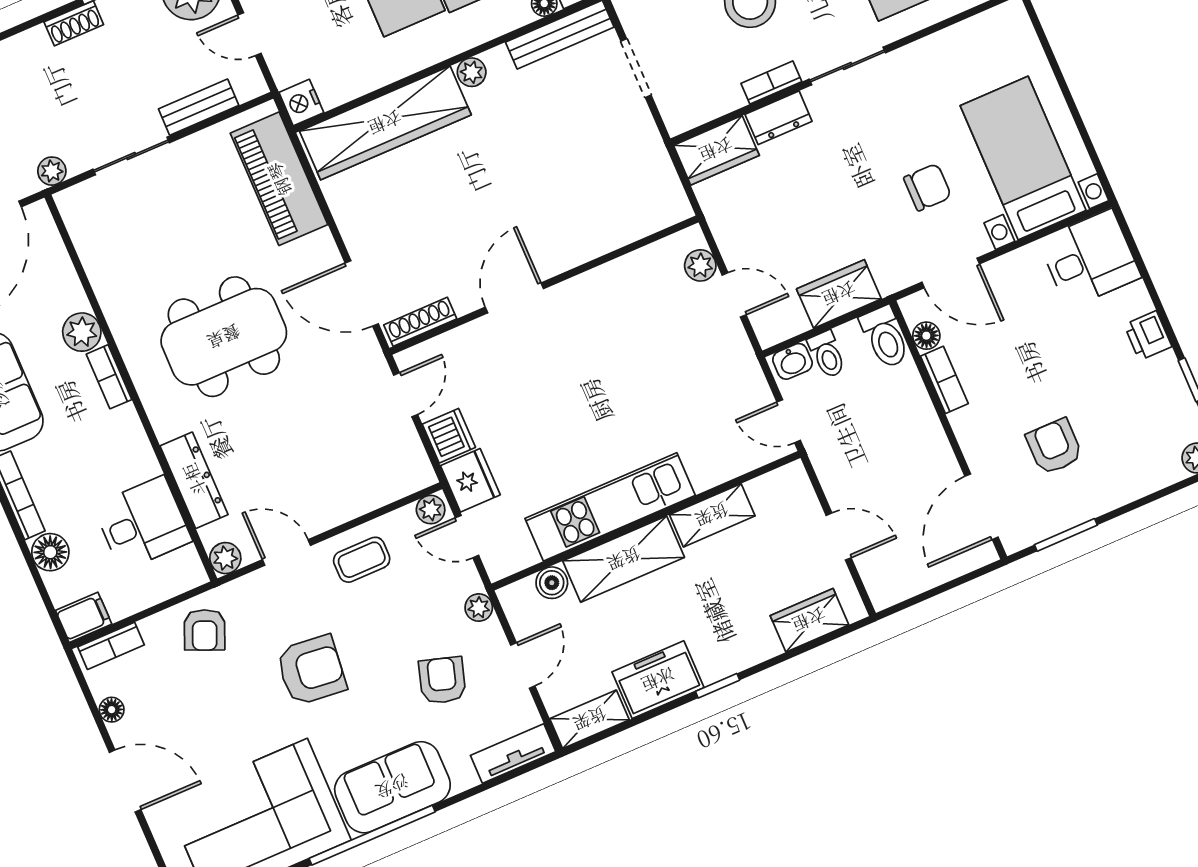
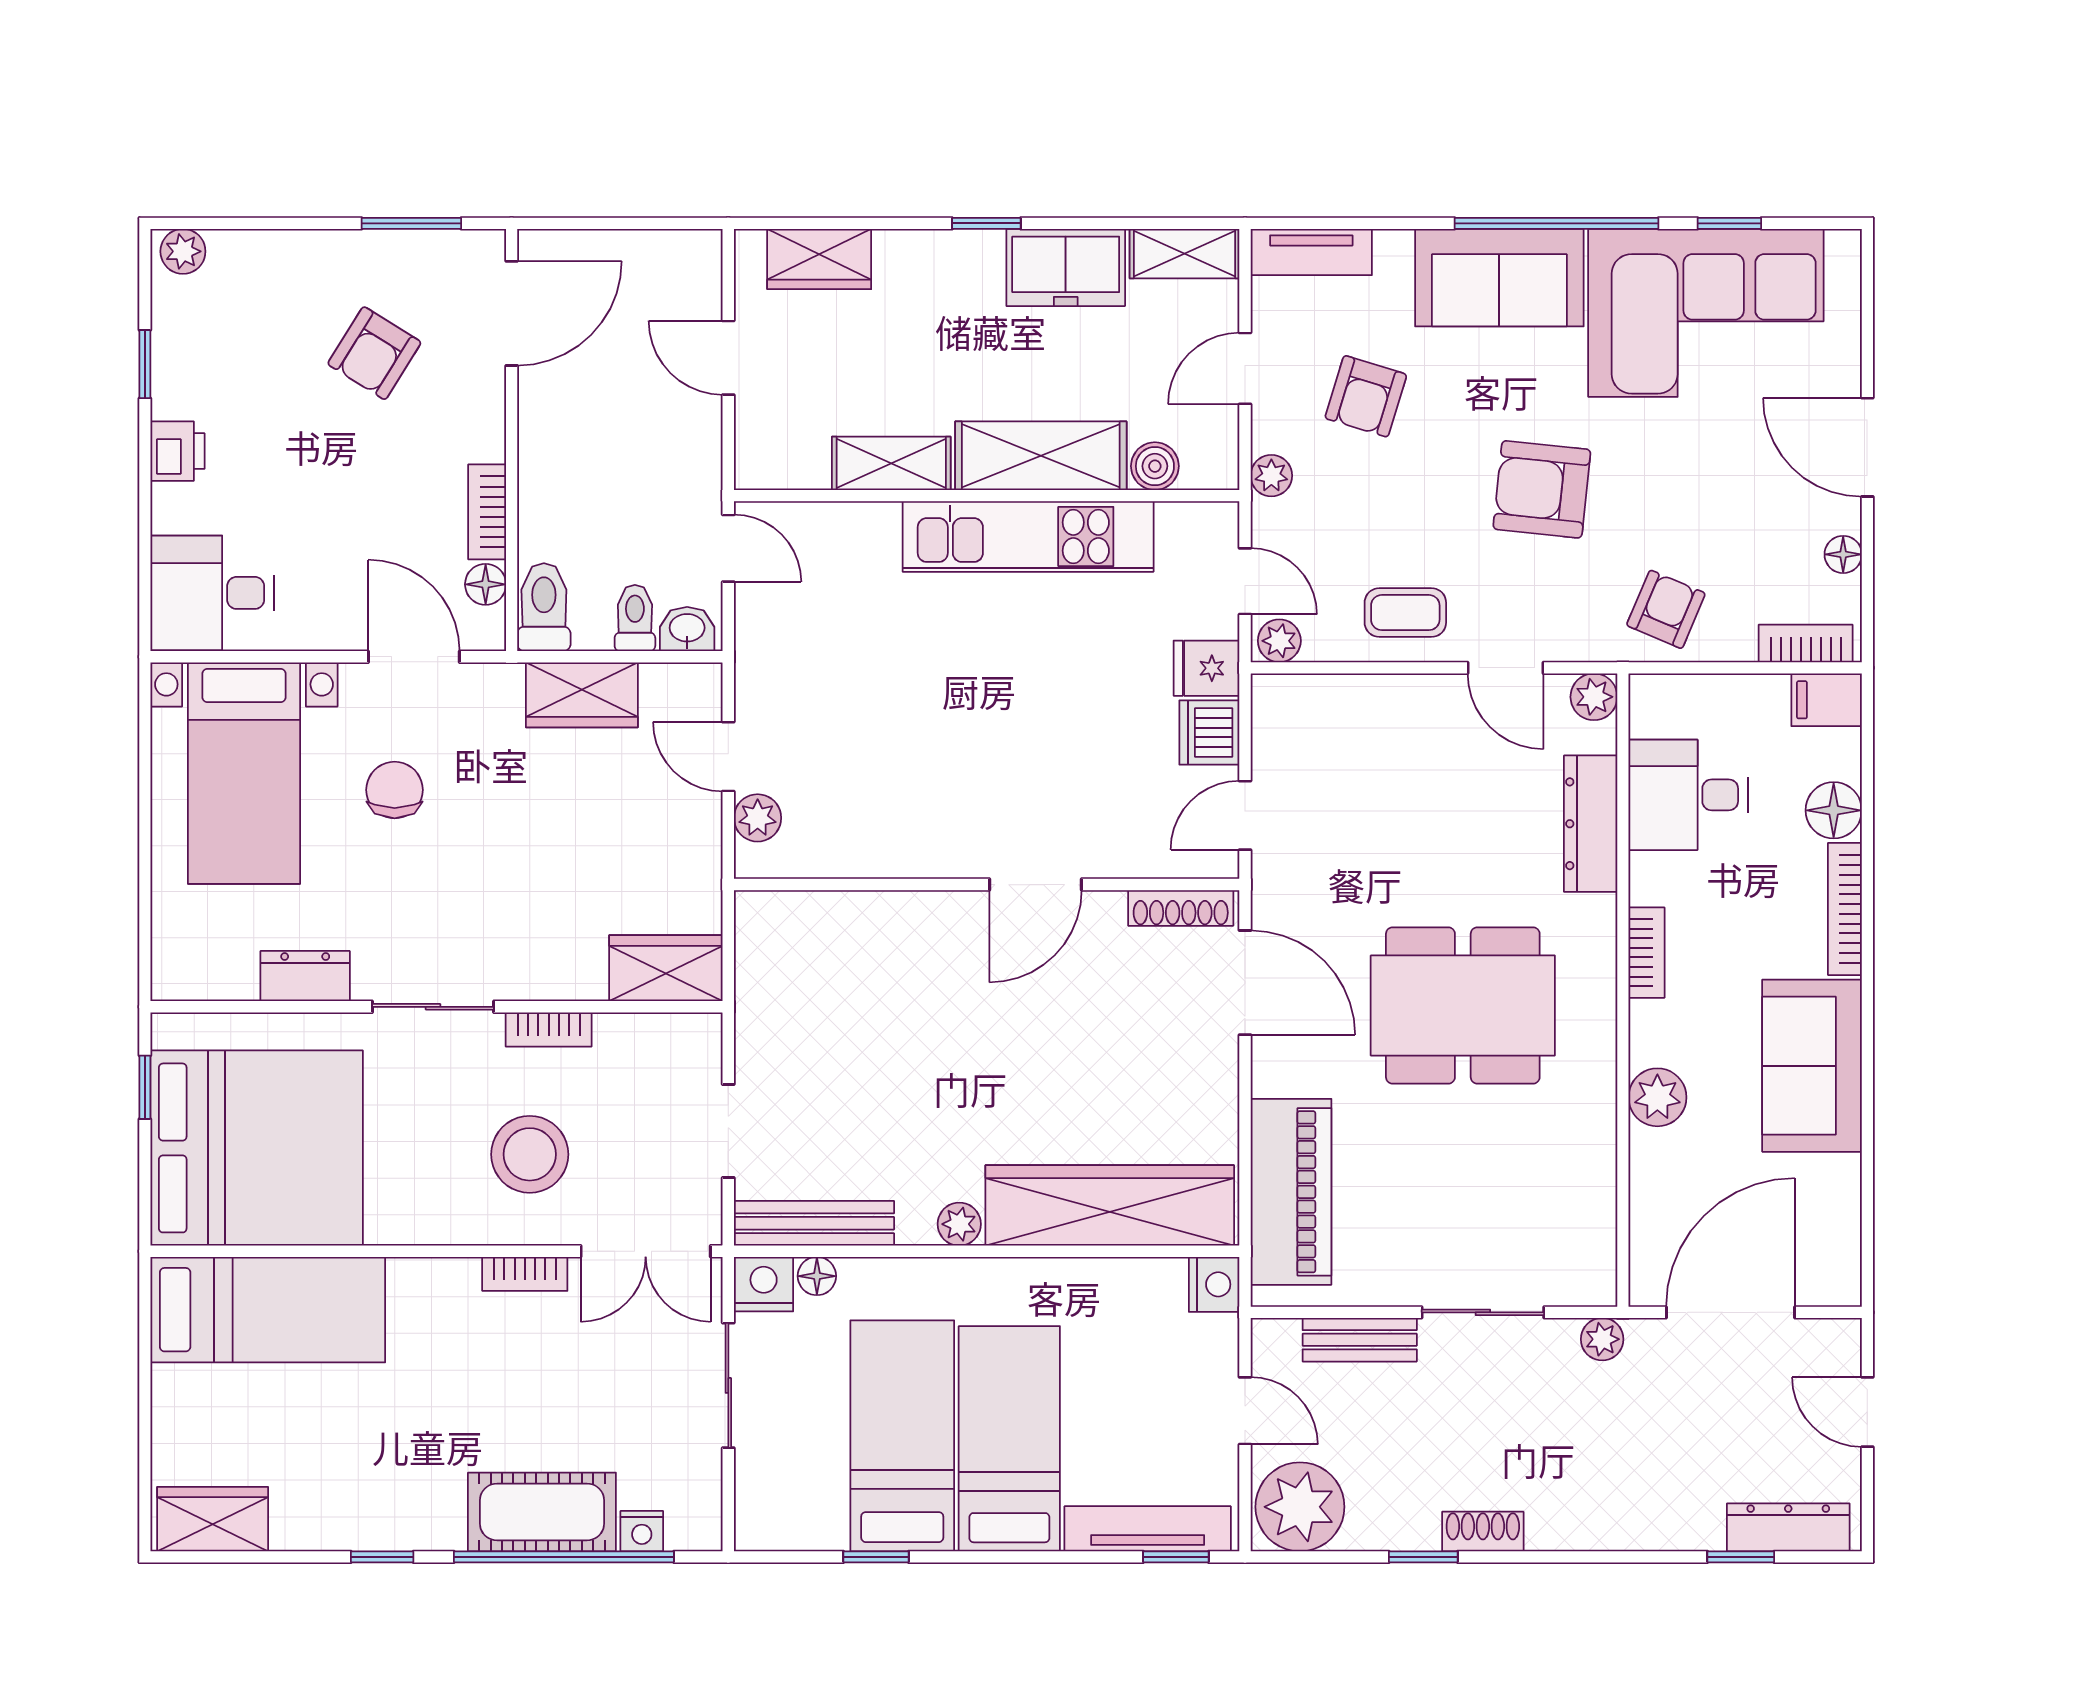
dresser: (779, 118) -> (305, 976), moved
chair: (928, 187) -> (395, 790), turned 90
bookcase: (109, 377) -> (1647, 953), moved
armchair: (1054, 447) -> (374, 353), turned 32
fridge: (470, 480) -> (1207, 668), width x0.72

